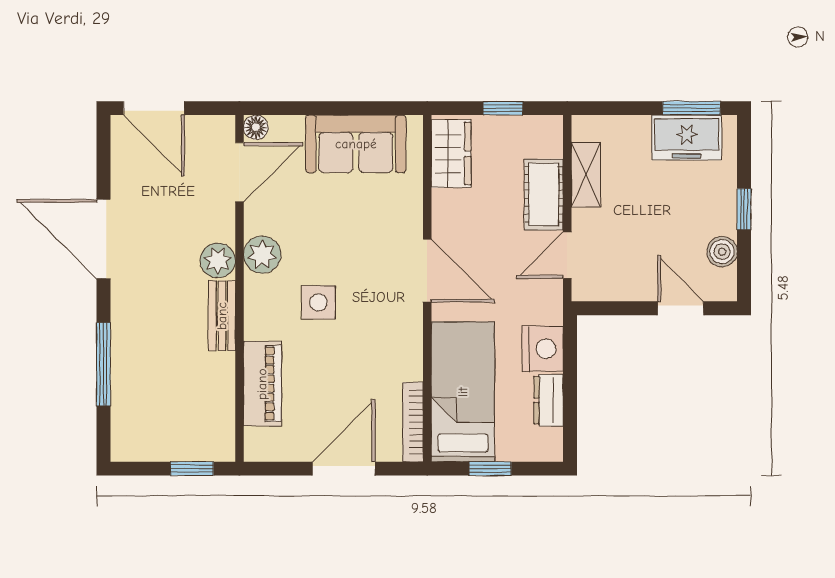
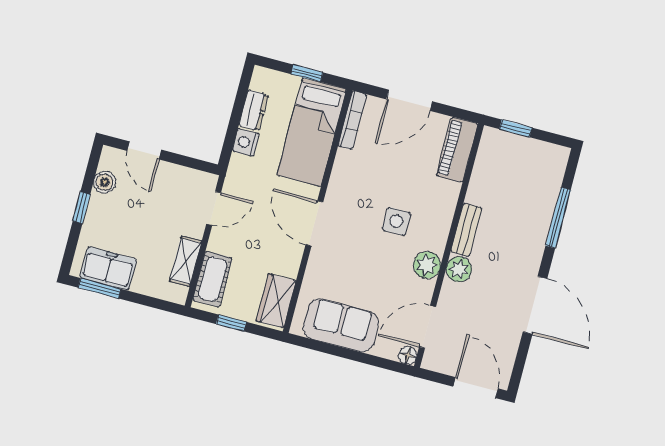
cot: (544, 195) -> (212, 279), moved
nightstand: (543, 349) -> (246, 142), width x0.74, depth x0.75
piano: (262, 384) -> (457, 150), moved

